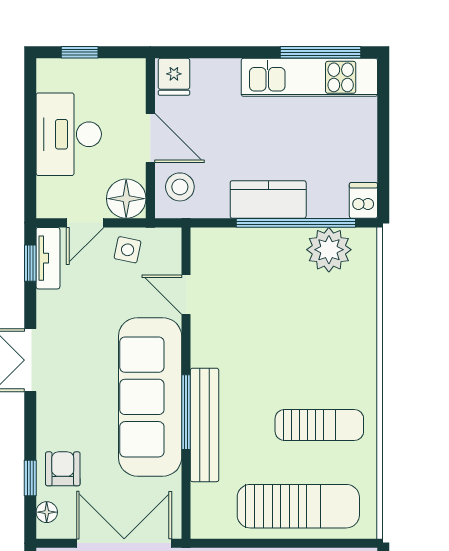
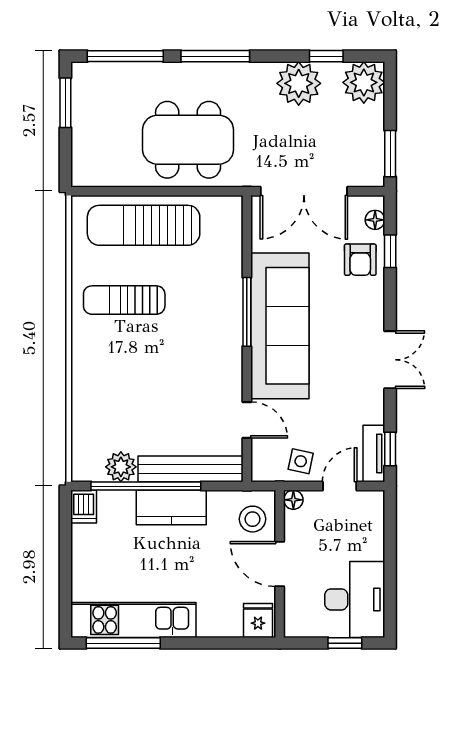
desk: (69, 134) -> (355, 599), moved
floor lamp: (126, 199) -> (293, 500), width x0.53, depth x0.53
plant: (329, 250) -> (121, 467), width x0.73, depth x0.73
bench: (205, 425) -> (190, 469), moved, turned 90

